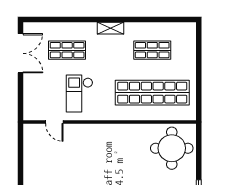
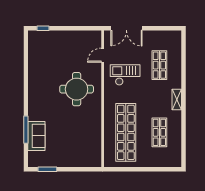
double door: (20, 53) -> (126, 28), moved
round table: (172, 148) -> (77, 89), moved

